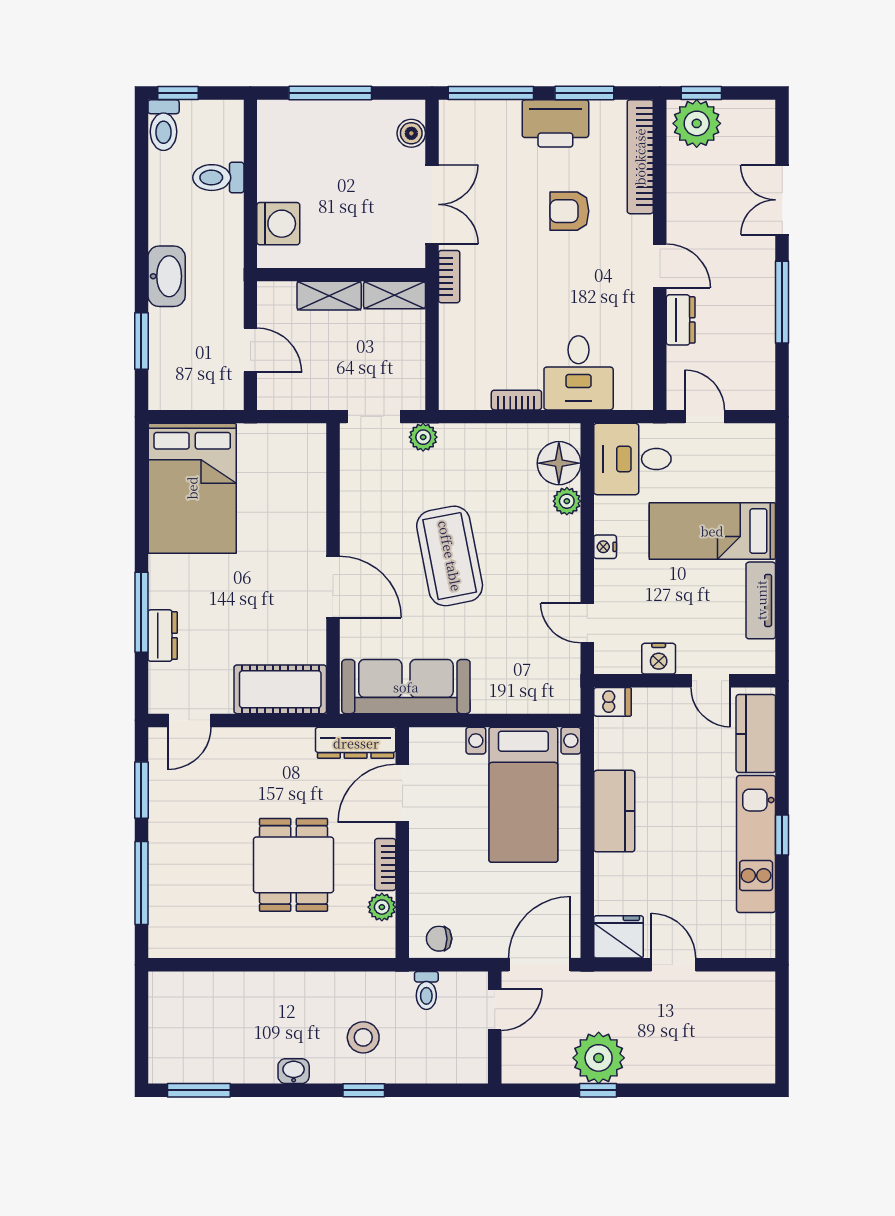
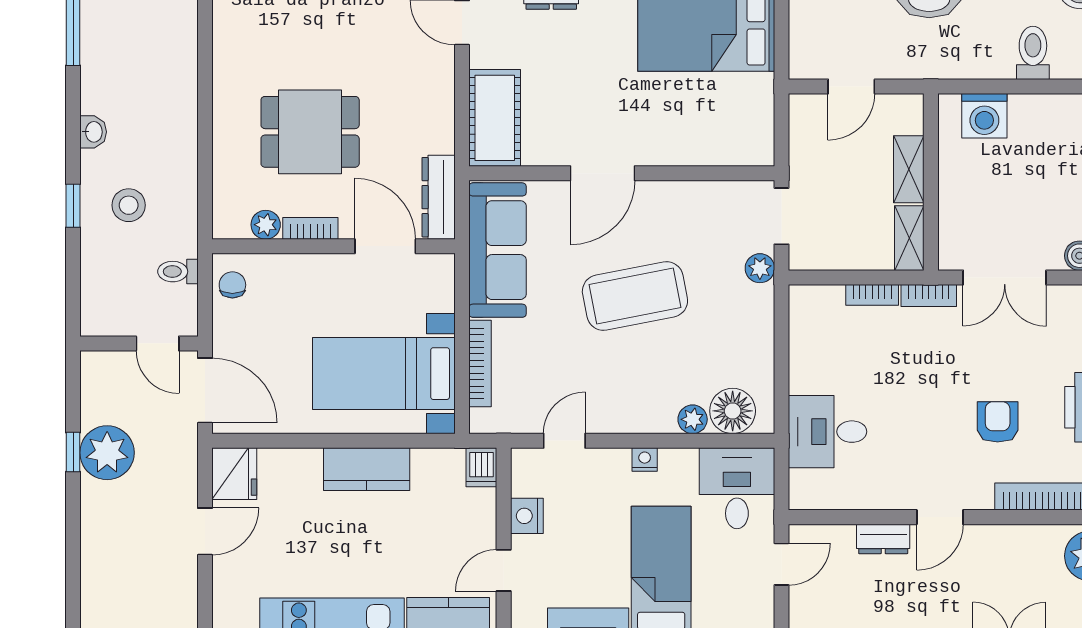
bookcase: (516, 400) -> (872, 295), moved, turned 90
bookcase: (514, 703) -> (480, 364), added

